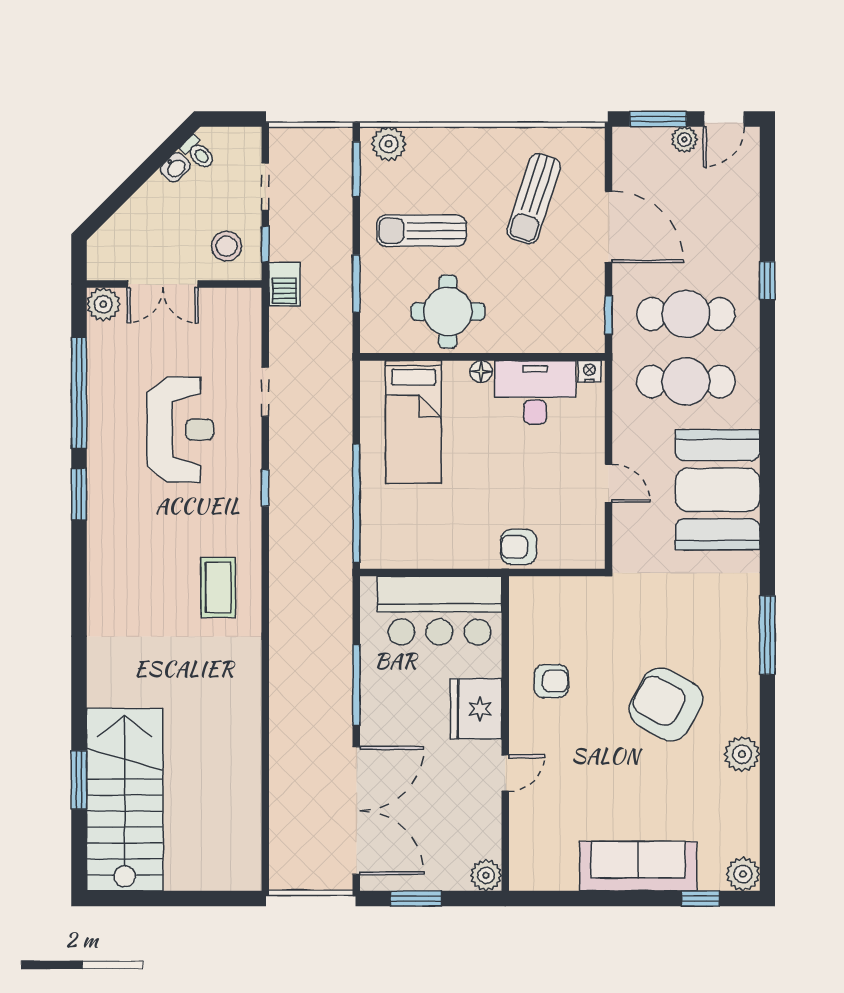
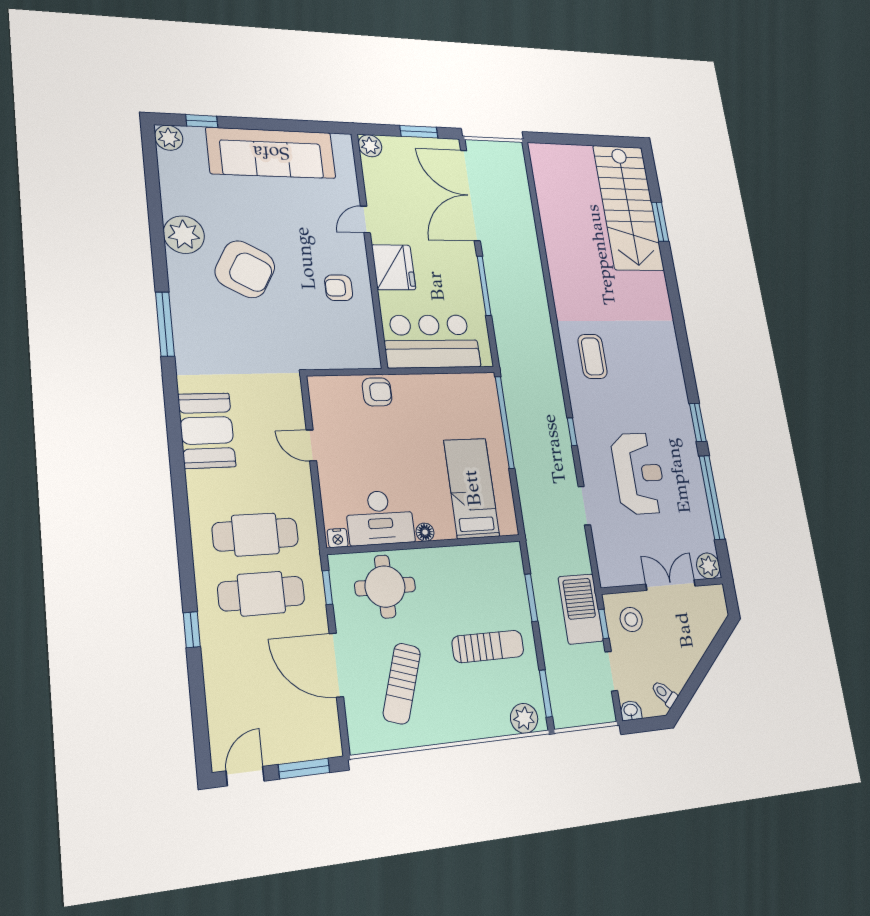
plant: (684, 140) -> (279, 752), removed
washbasin: (175, 167) -> (631, 711), moved, turned 45
sun lounger: (534, 199) -> (402, 683), turned 180
barbecue: (284, 284) -> (581, 609), width x1.88, depth x1.53
round table: (448, 312) -> (385, 586), moved
reception desk: (180, 430) -> (639, 473), turned 180
booth: (718, 490) -> (207, 430), width x0.73, depth x0.70
plant: (742, 754) -> (184, 235), width x1.36, depth x1.36
sofa: (638, 866) -> (271, 153), width x1.36, depth x1.27

